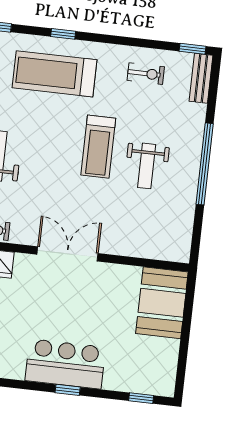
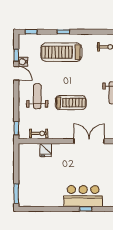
treadmill: (98, 147) -> (71, 103), moved, turned -90
double door: (67, 254) -> (89, 141), moved

